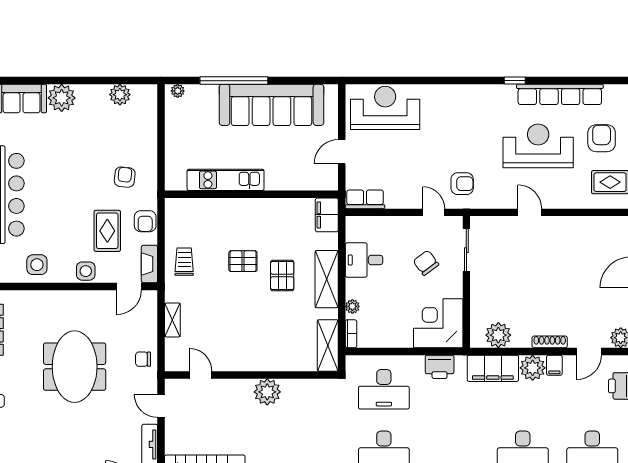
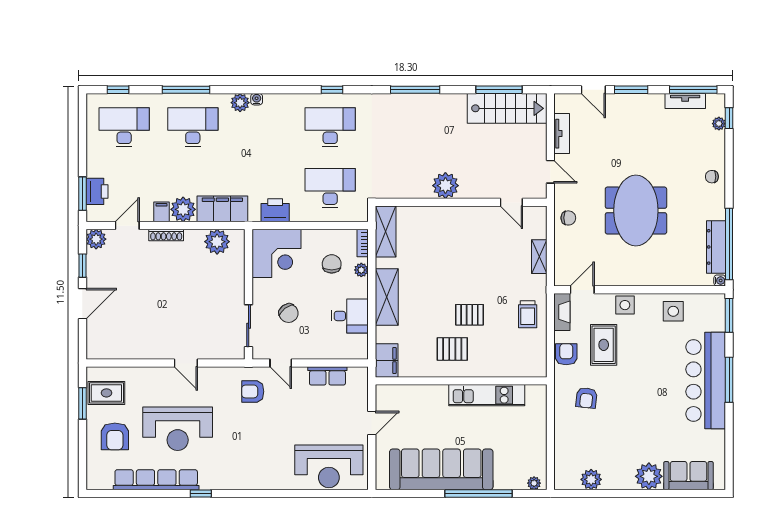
row of seats: (365, 199) -> (327, 376), moved
pallet: (282, 276) -> (452, 349), moved, turned 90
chair: (382, 313) -> (332, 264), added

